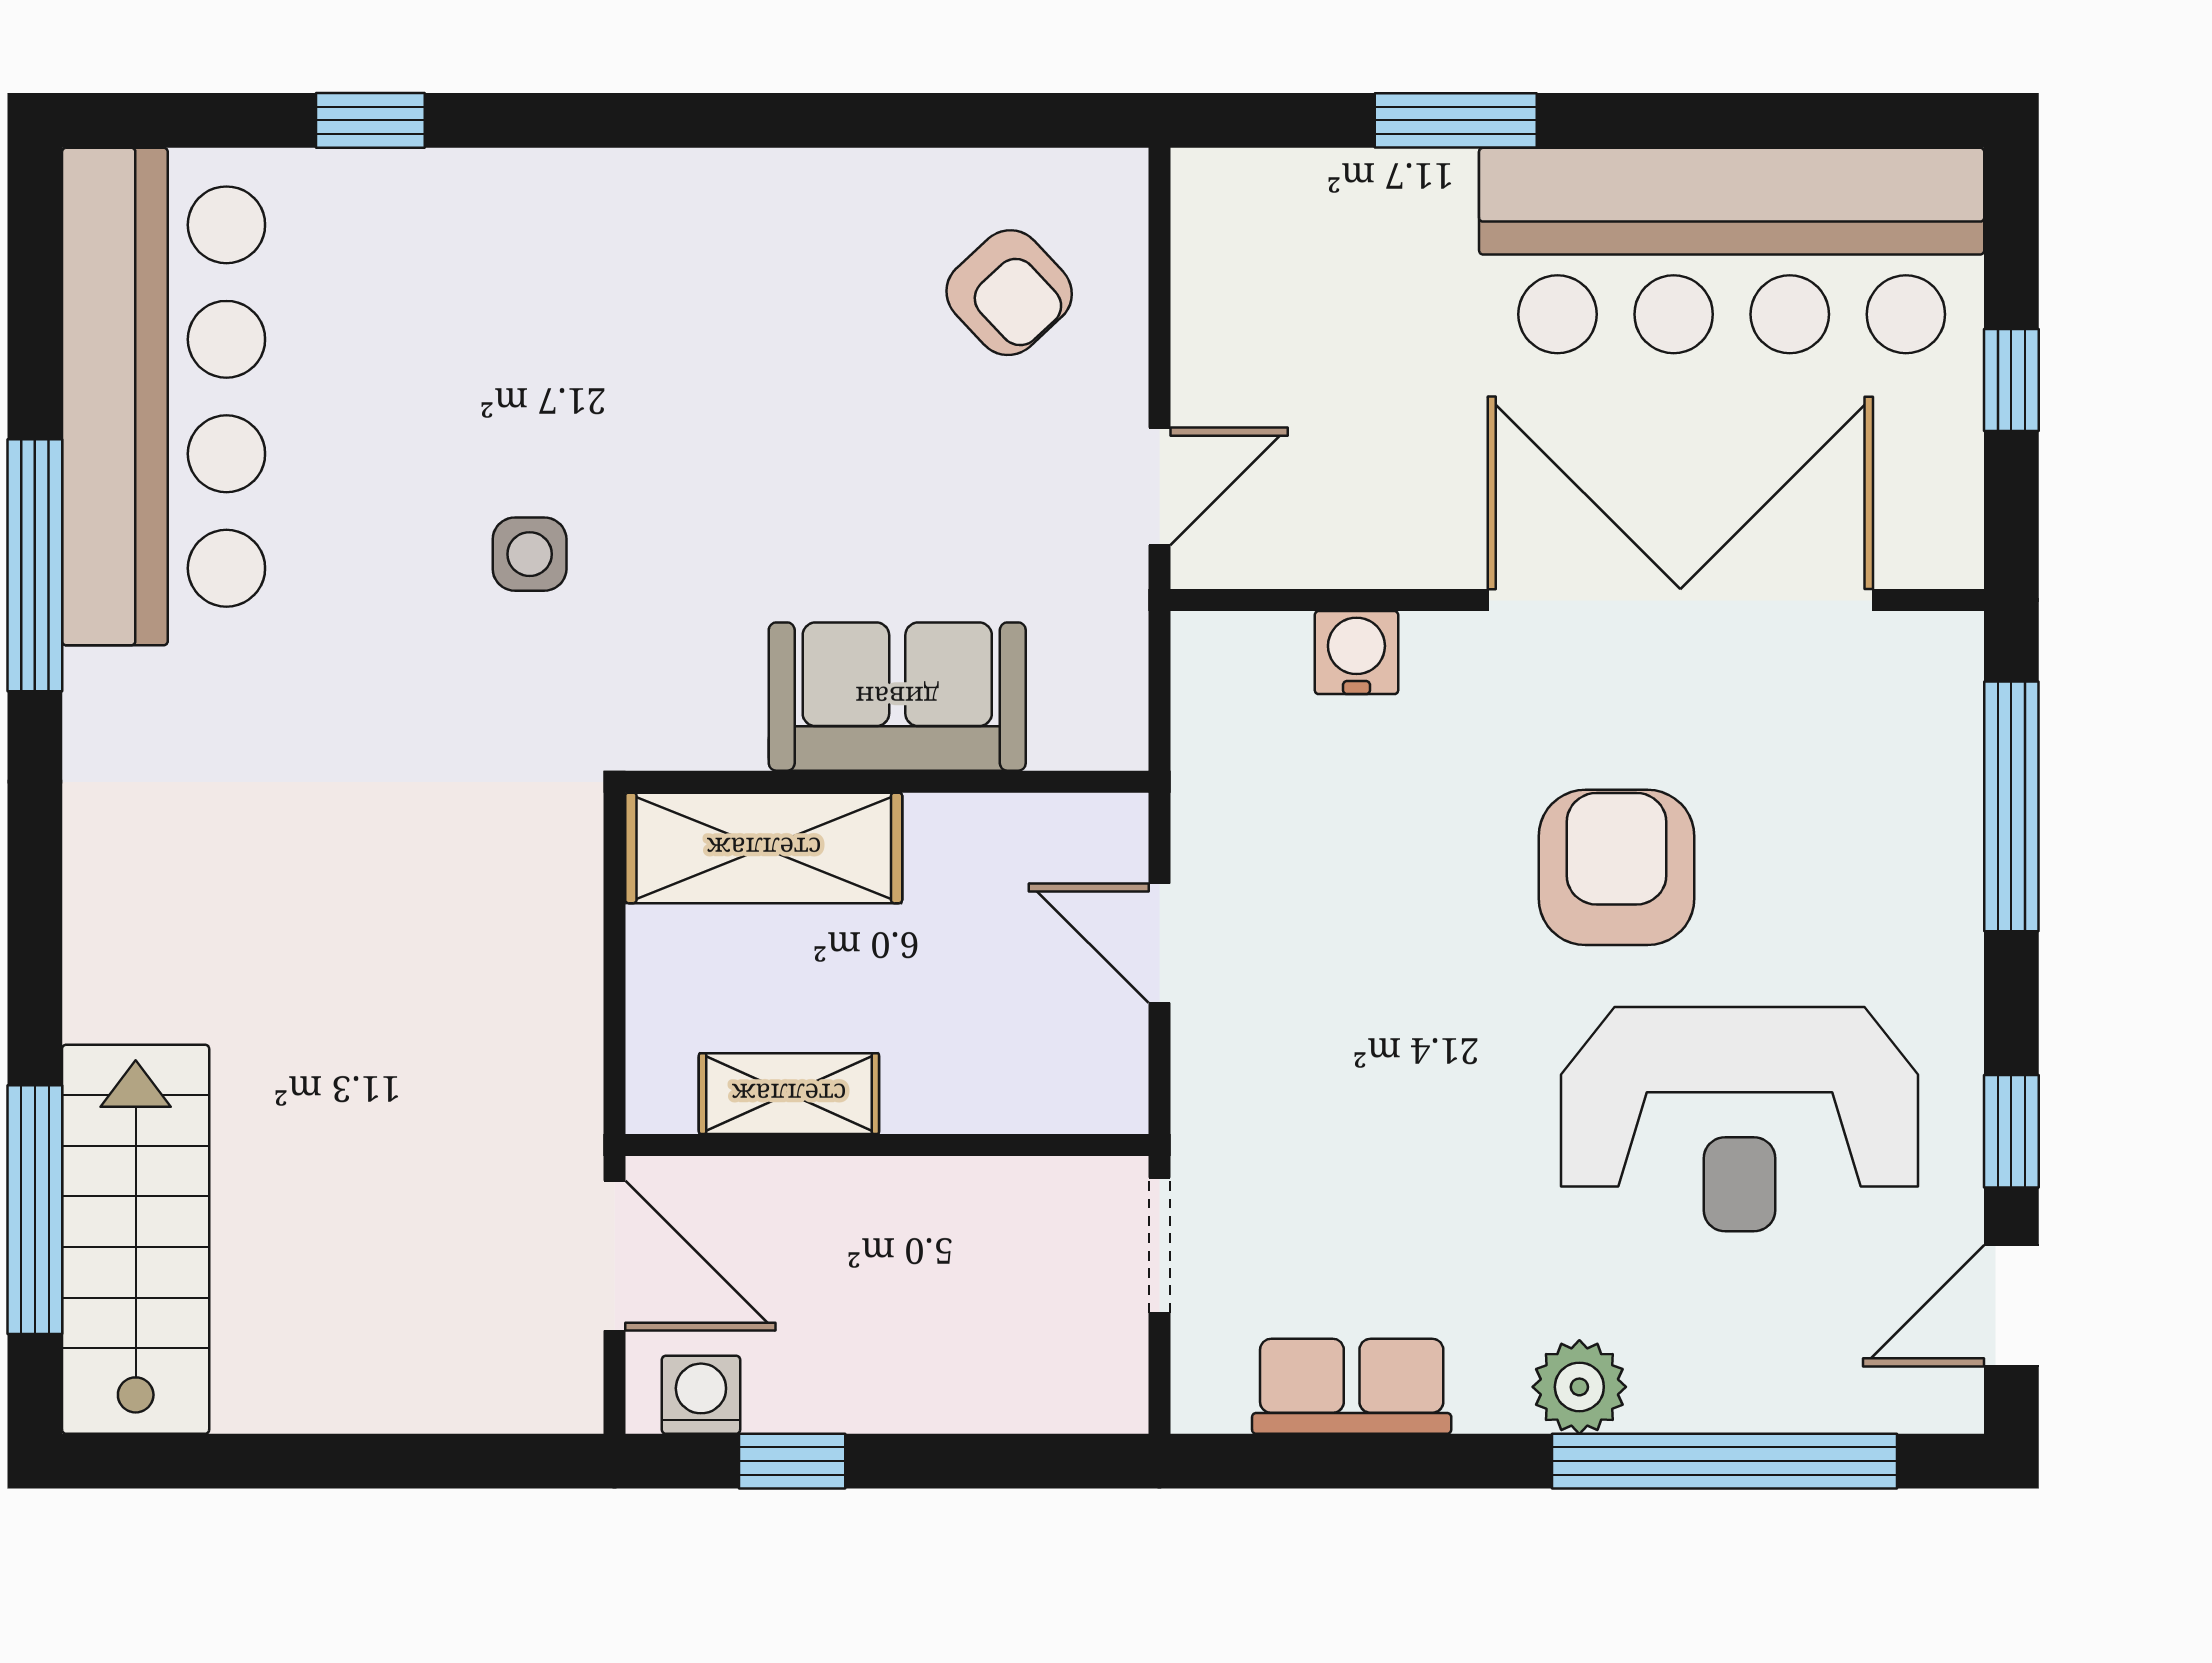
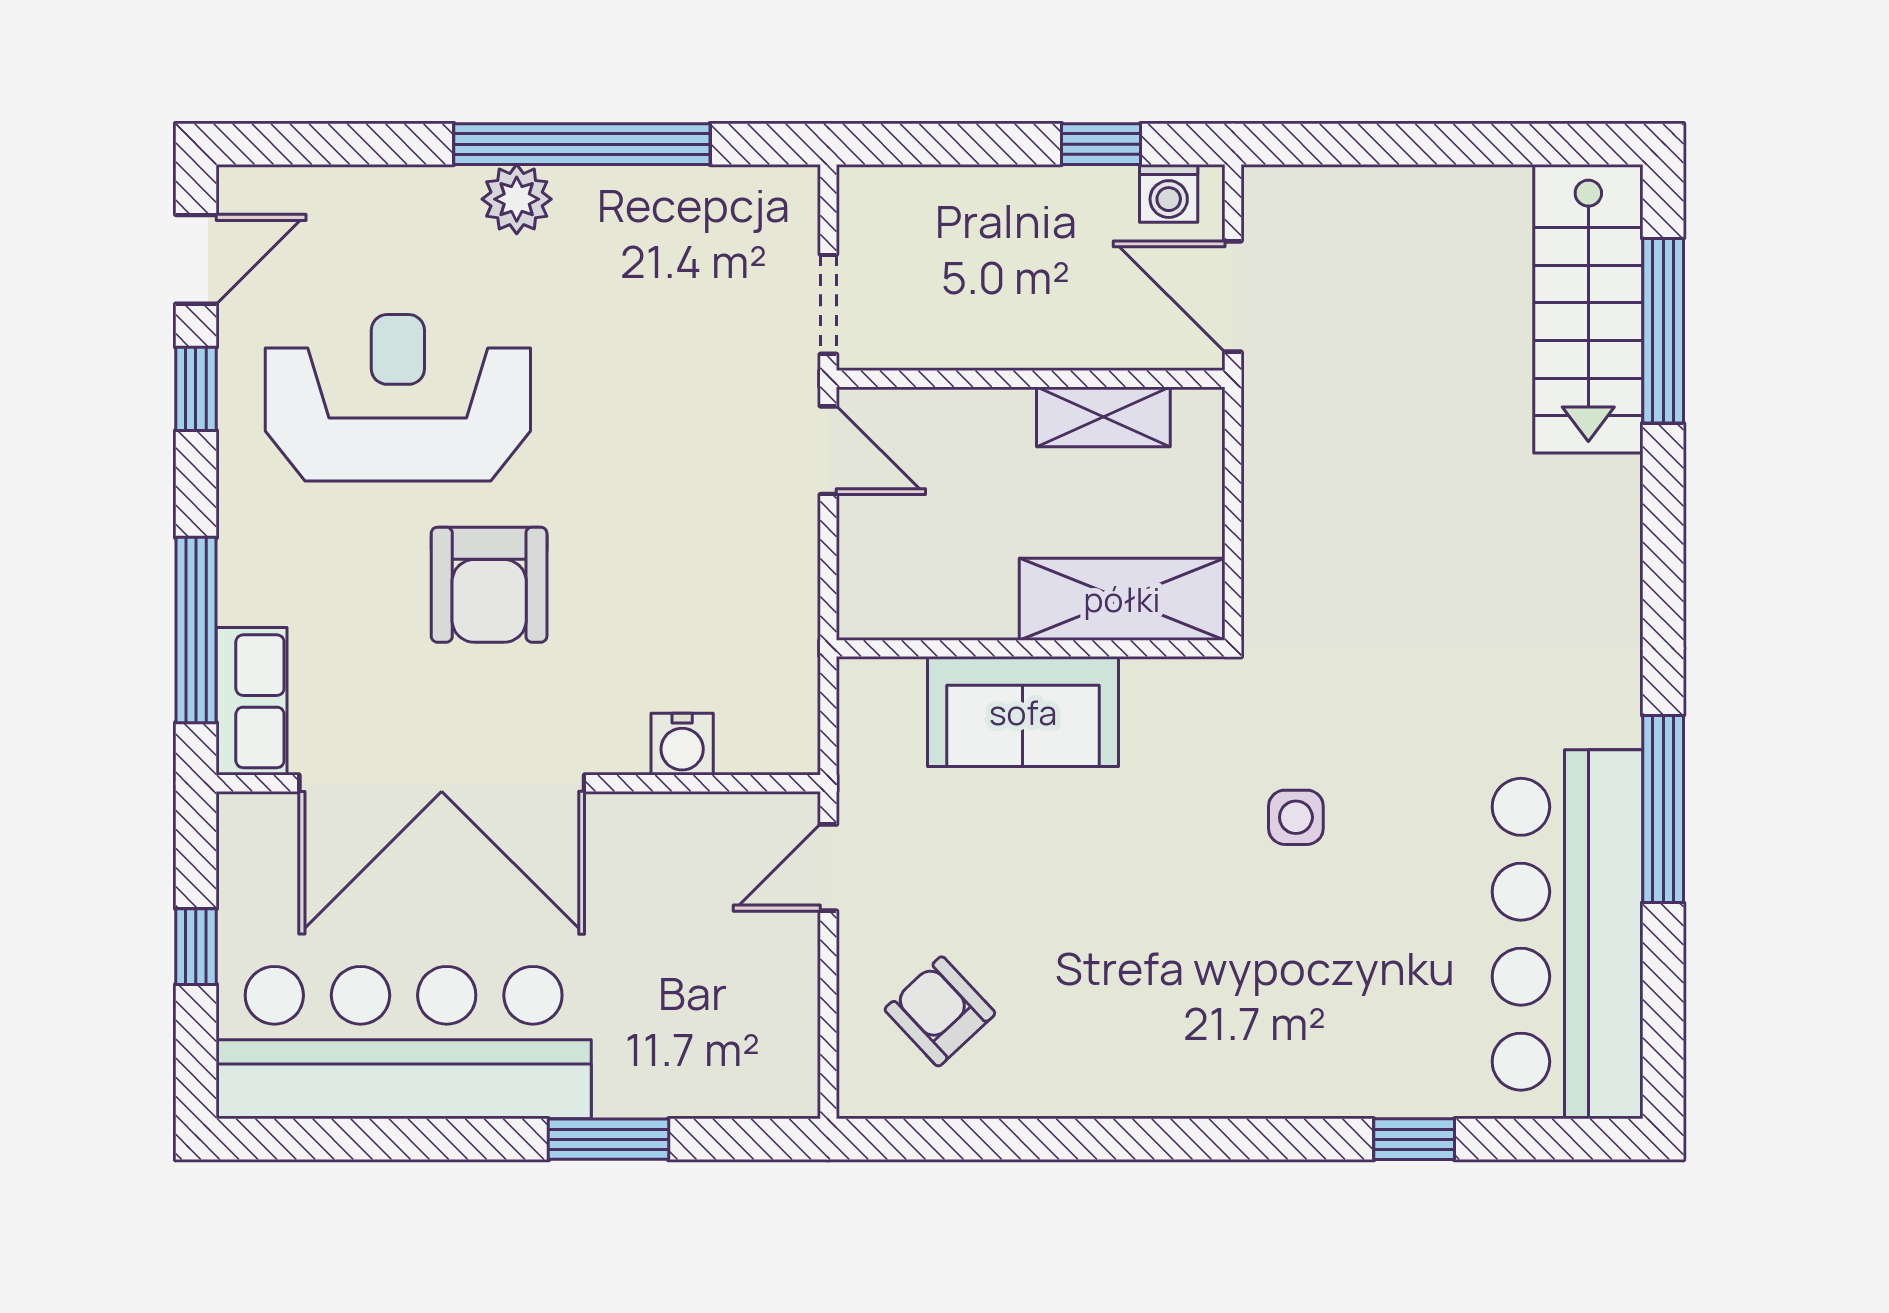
door: (1159, 943) -> (828, 450), moved
row of seats: (1352, 1386) -> (252, 701), moved, turned -90
window: (1724, 1461) -> (582, 144), moved

